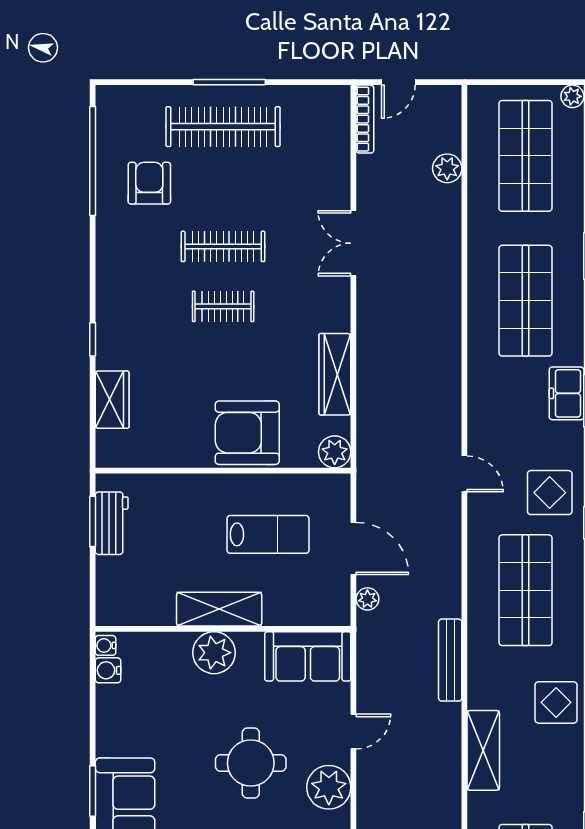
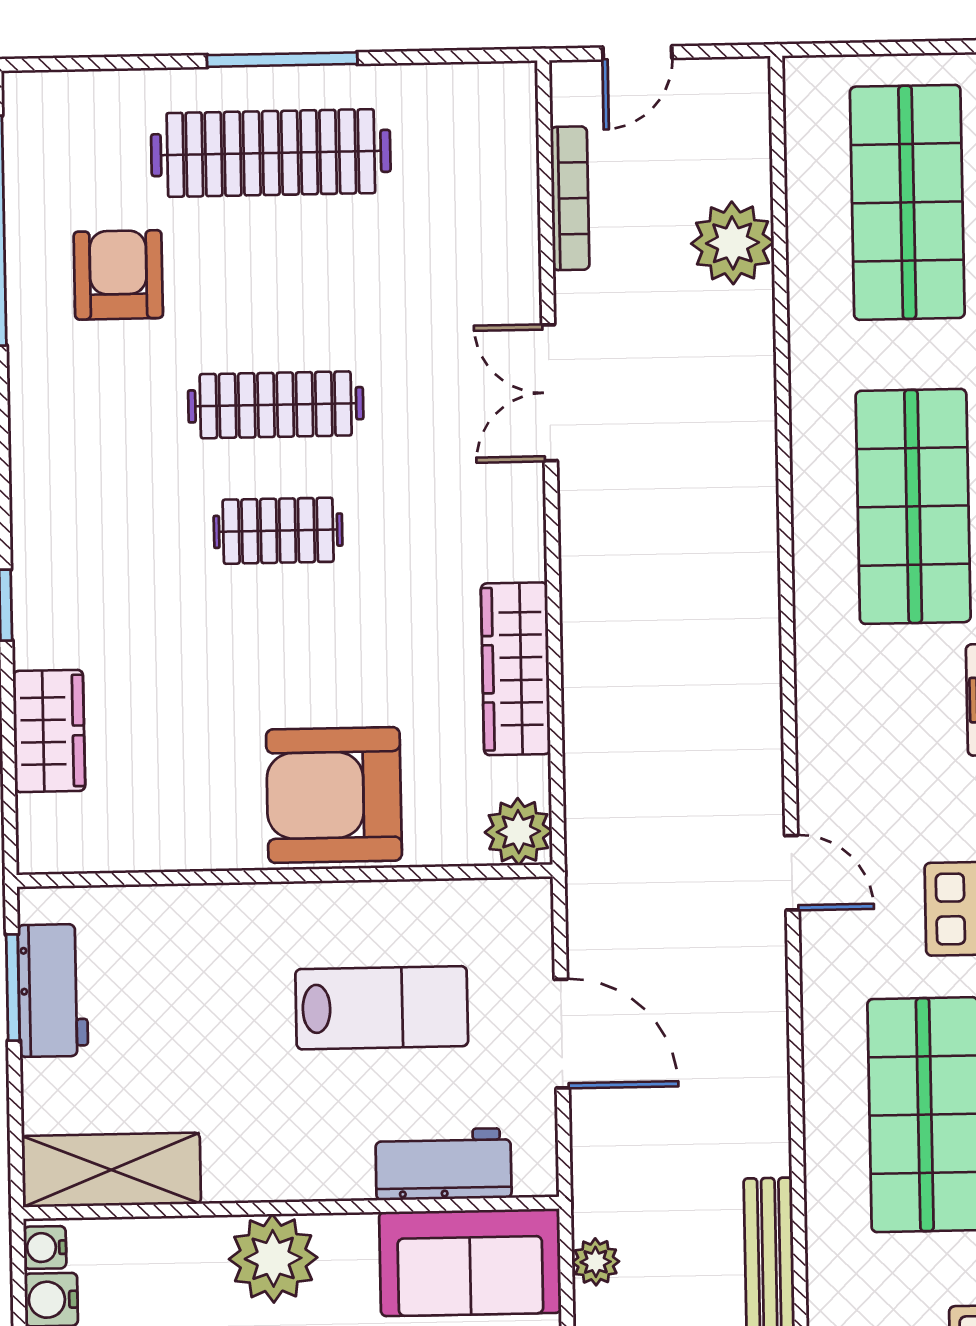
bookcase: (365, 119) -> (570, 198), moved
plant: (447, 168) -> (732, 243), width x1.36, depth x1.36
plant: (367, 599) -> (596, 1262), moved
shelving: (219, 609) -> (111, 1170), moved
workbench: (296, 609) -> (443, 1164), added

